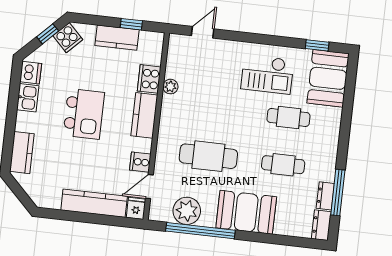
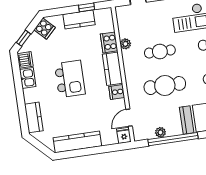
window: (48, 34) -> (23, 38), moved
cafe table: (214, 109) -> (160, 52), added
cooker: (140, 162) -> (117, 92), moved
kitchen counter: (94, 203) -> (77, 142), moved
plant: (187, 211) -> (160, 132), width x0.53, depth x0.53

